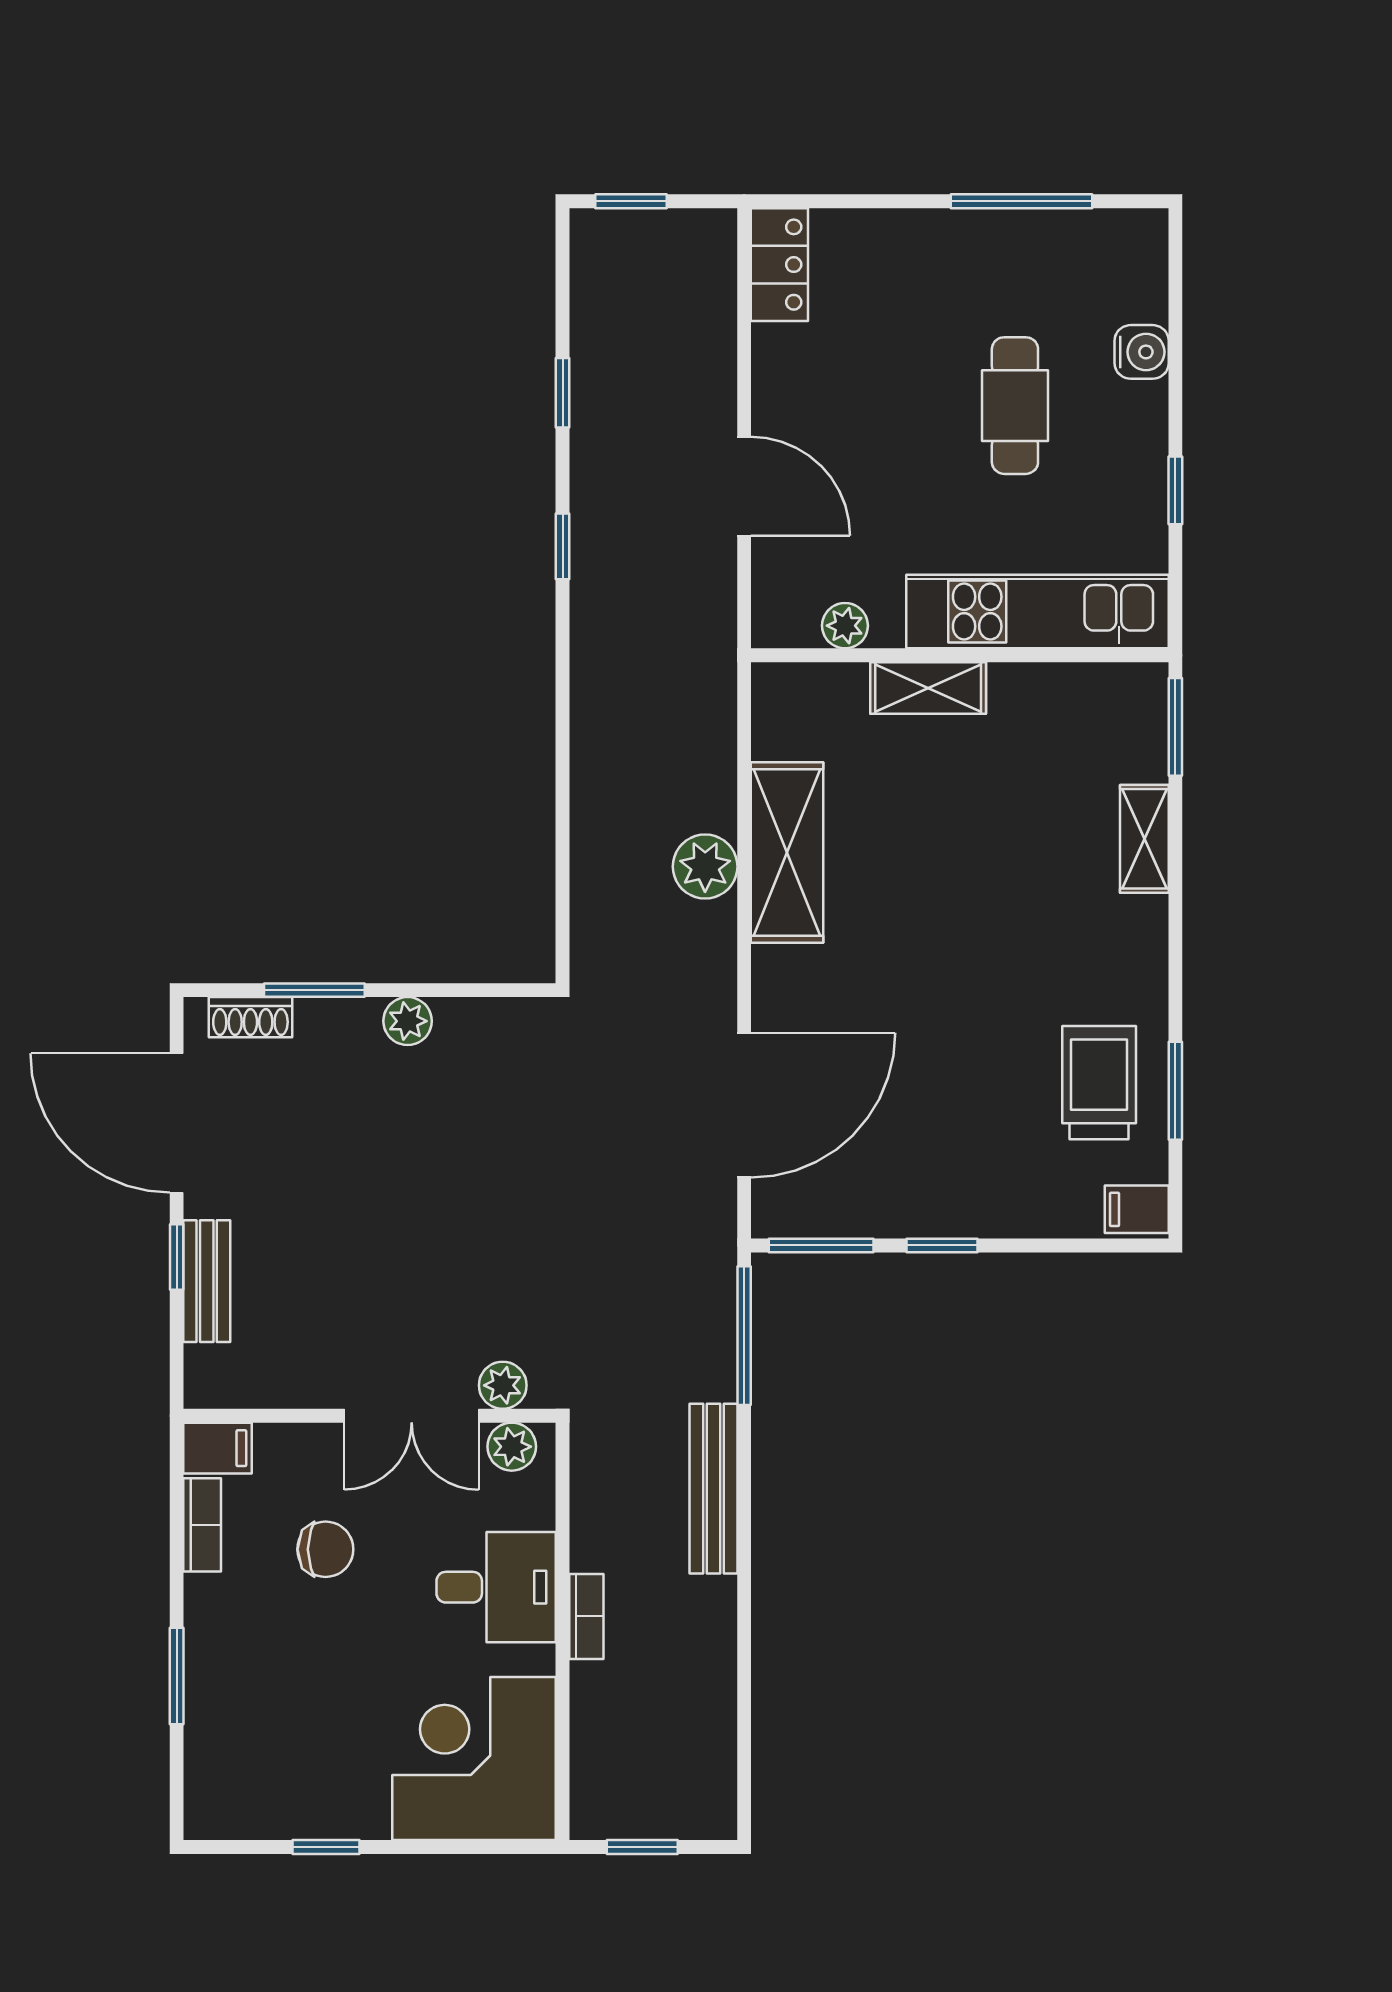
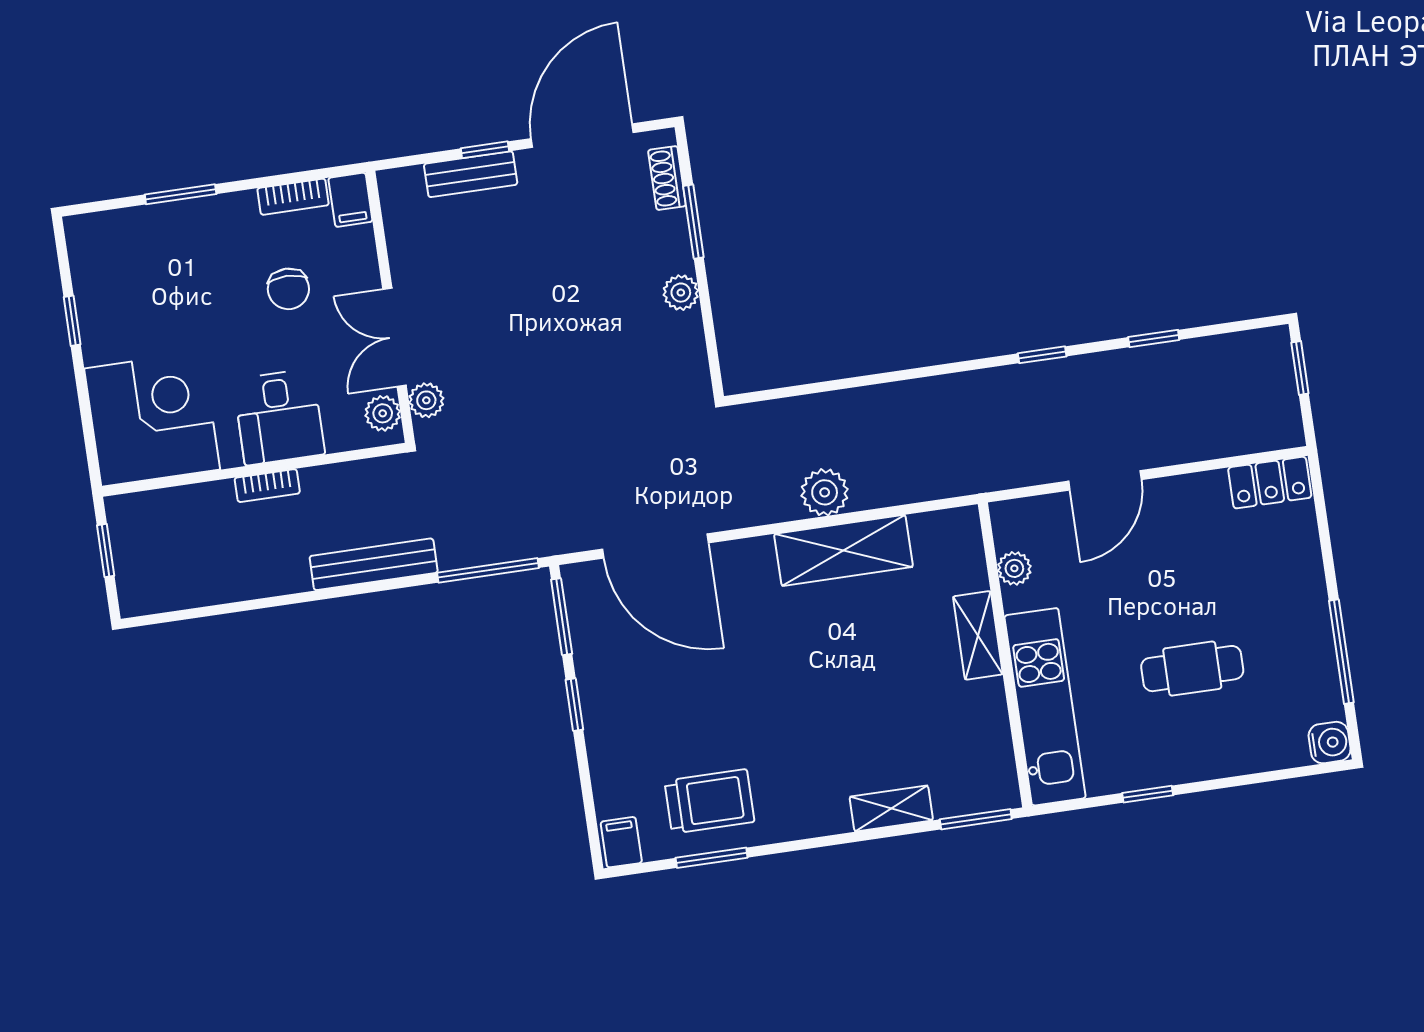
water cooler: (1142, 352) -> (1330, 743), moved, turned -90

